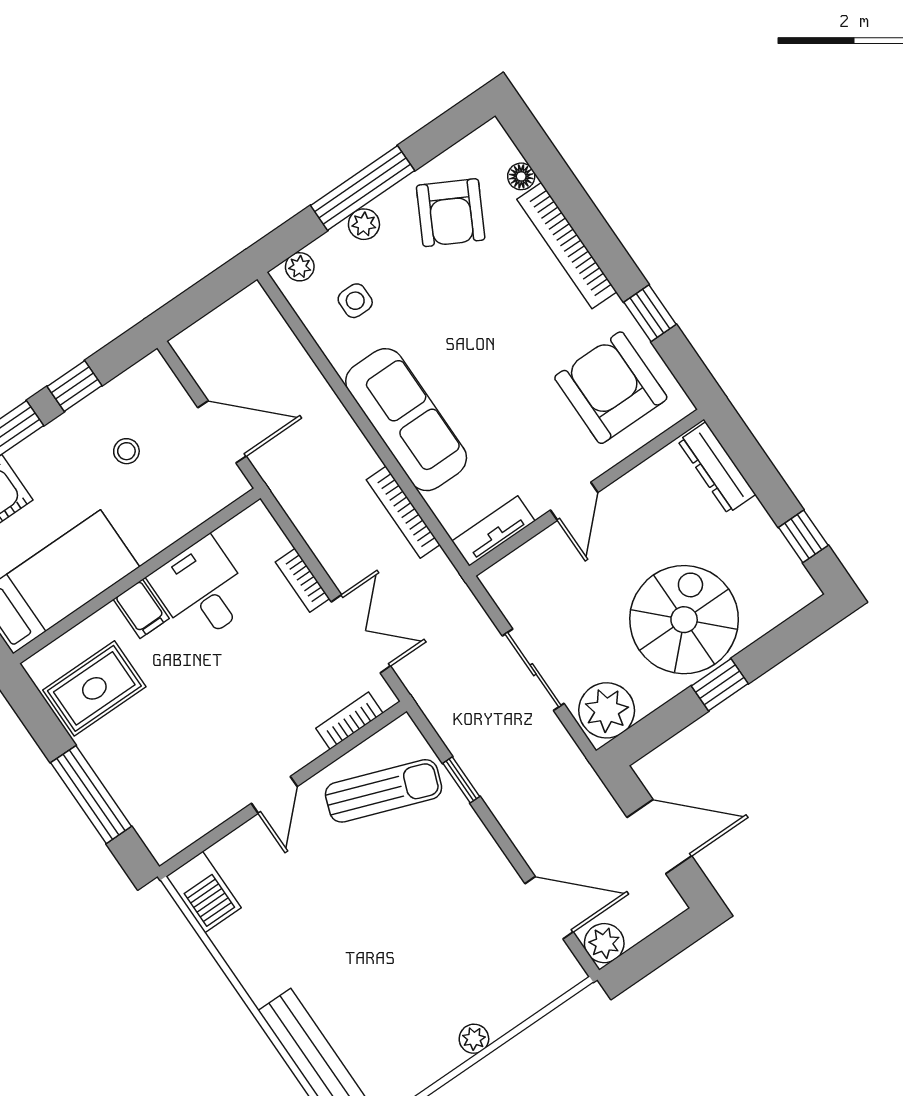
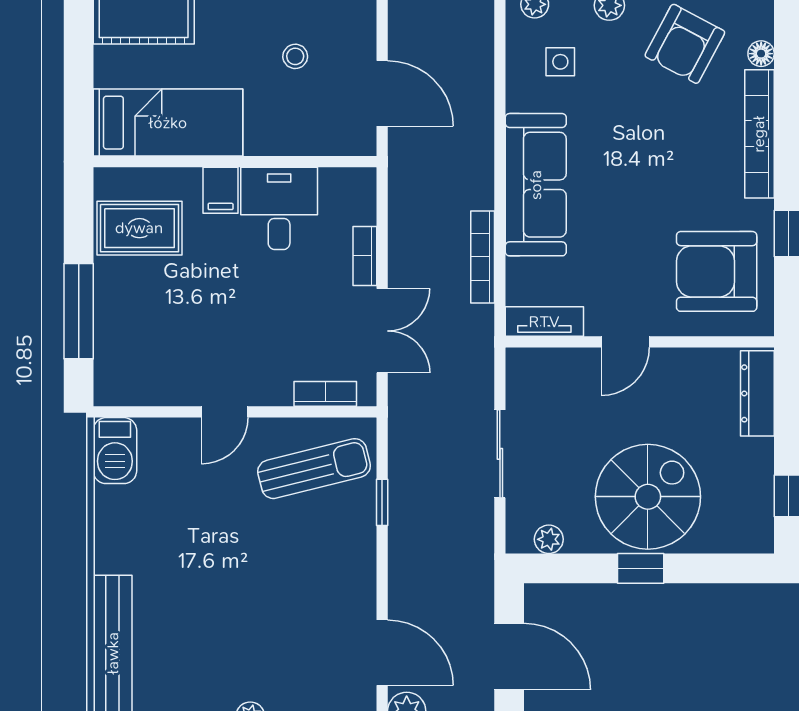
armchair: (611, 388) -> (717, 271), turned -90
plant: (607, 710) -> (549, 539), width x0.53, depth x0.53
sun lounger: (384, 791) -> (314, 469), turned -34

